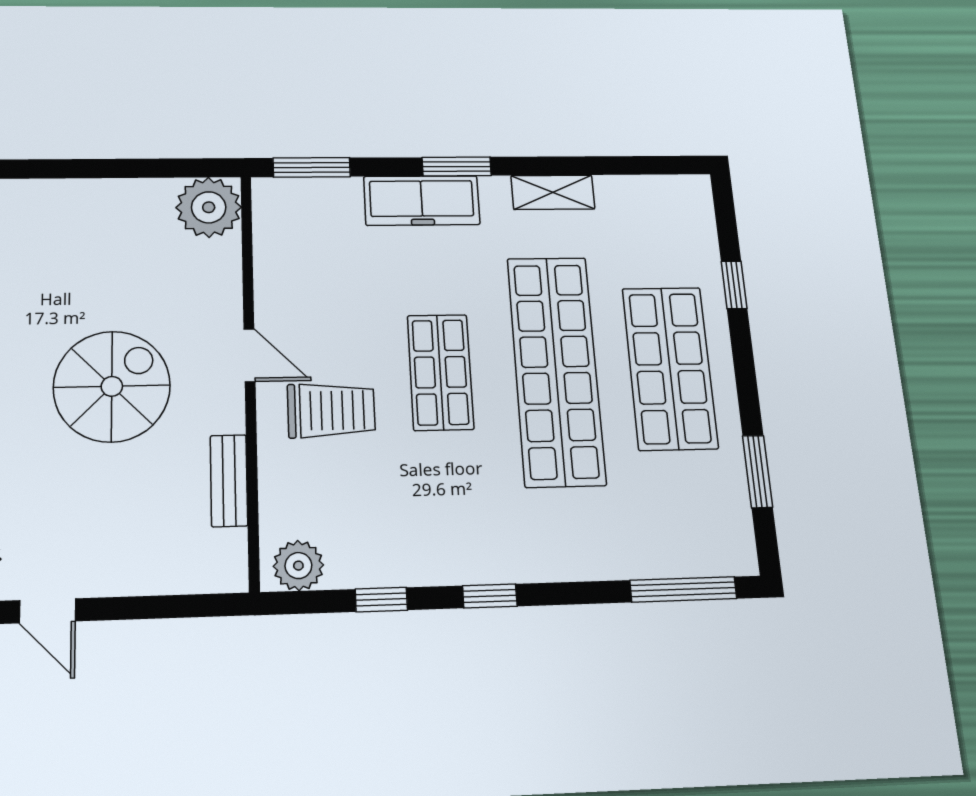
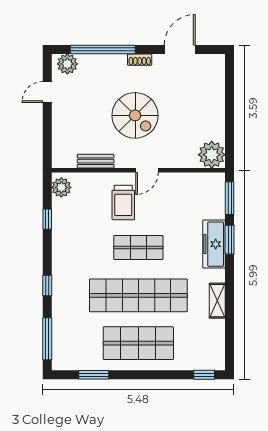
window: (457, 166) -> (230, 240), moved
window: (734, 285) -> (204, 375), moved
window: (490, 596) -> (47, 286), moved

